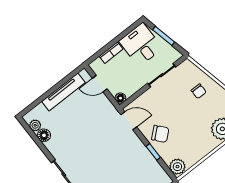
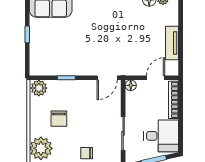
bookcase: (111, 53) -> (174, 100), width x1.56
tv unit: (63, 92) -> (172, 43), width x0.71
chair: (160, 134) -> (59, 119), moved, turned -49

